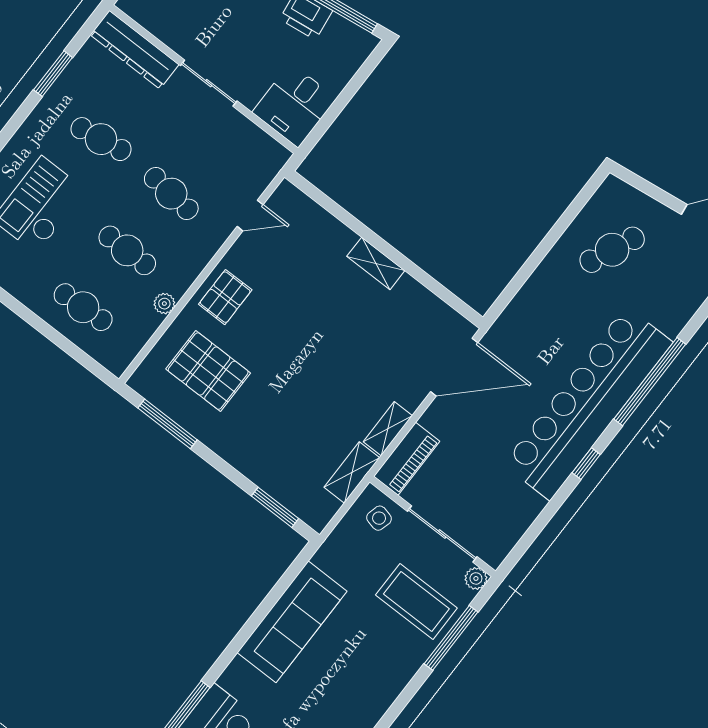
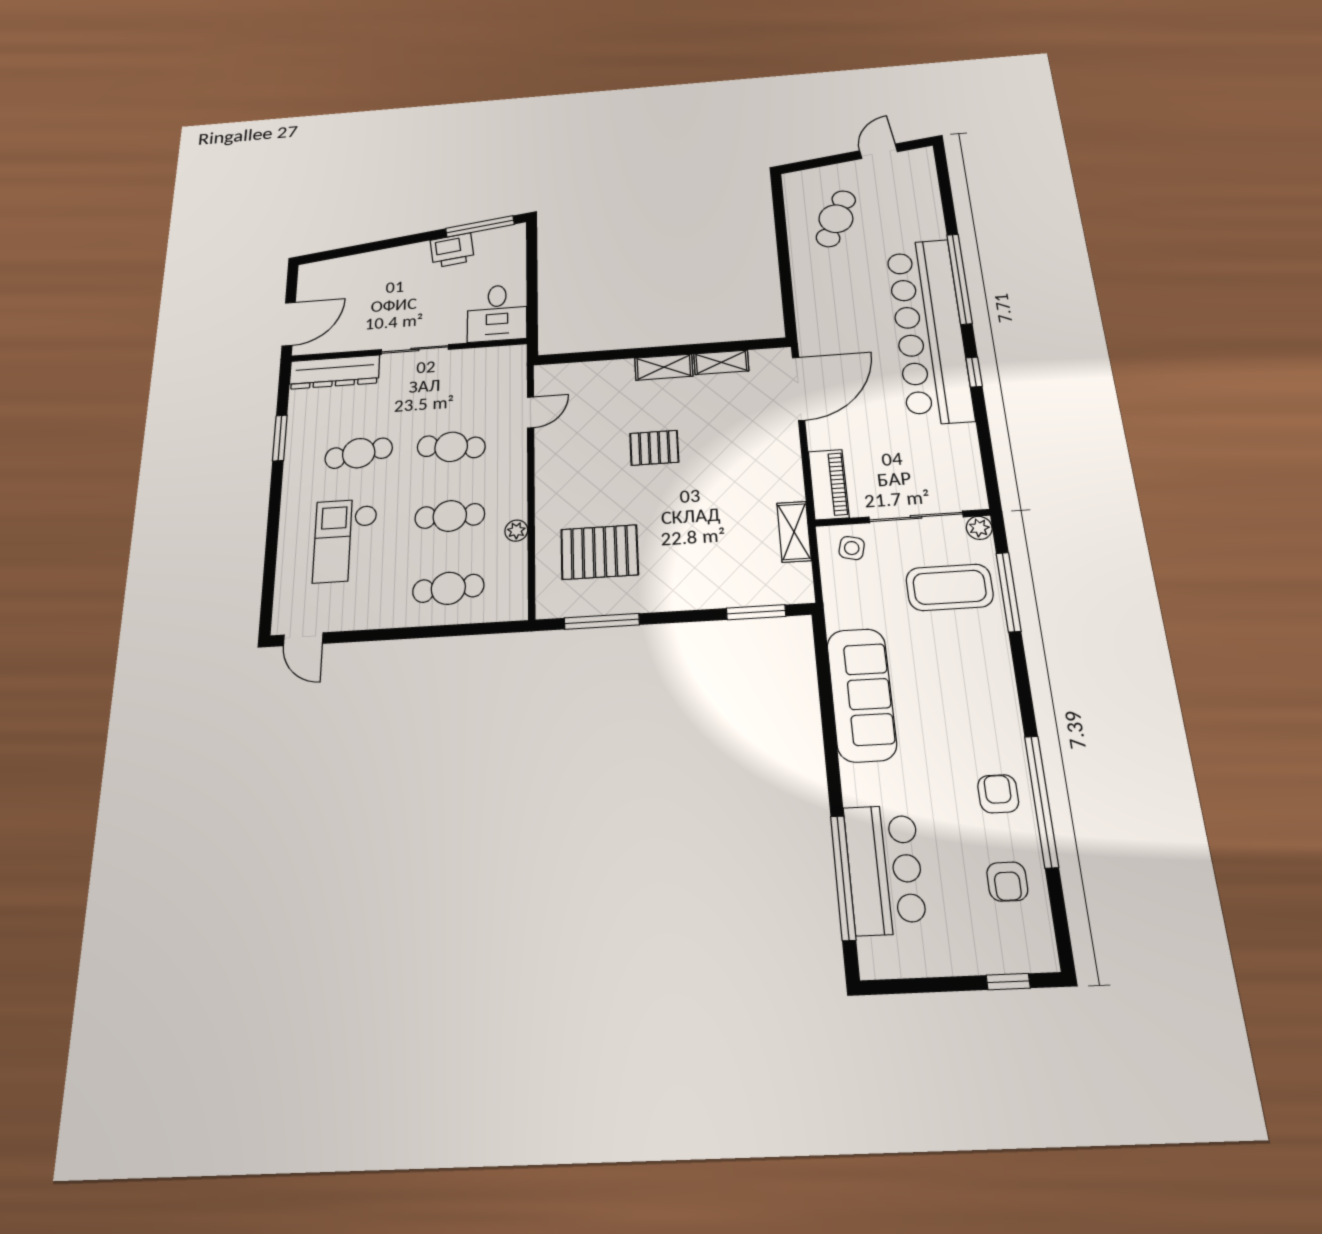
pallet: (225, 297) -> (654, 448), moved, turned 90
shelving: (388, 429) -> (721, 362), moved, turned 90

